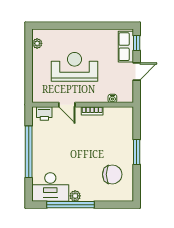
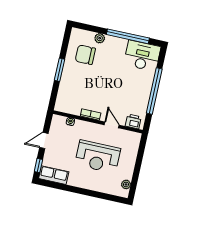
row of seats: (126, 47) -> (54, 175), moved, turned -90
plant: (75, 196) -> (100, 38), moved

